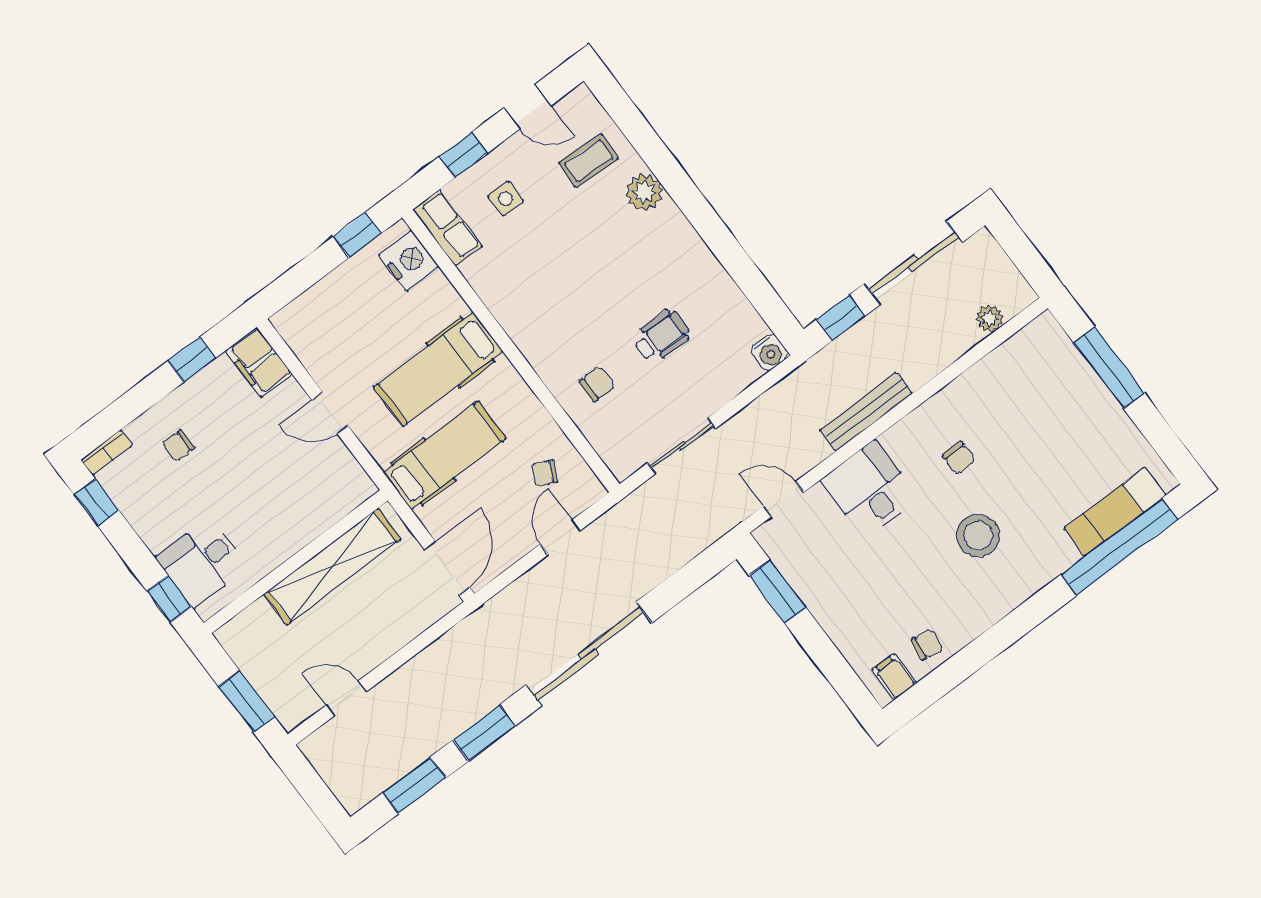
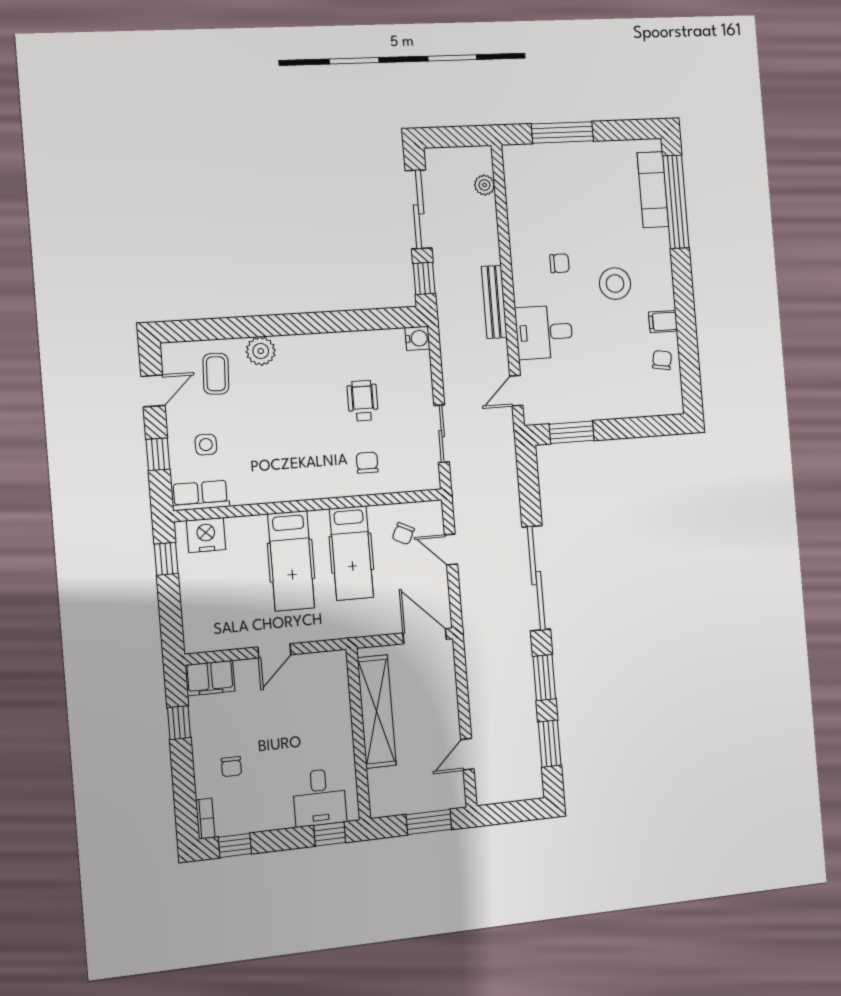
hospital bed: (445, 455) -> (351, 553), moved, turned 180
filing cabinet: (894, 677) -> (663, 322), moved

